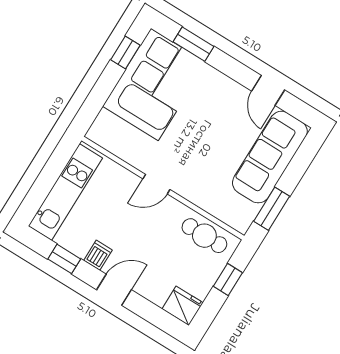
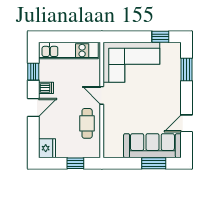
corner sofa: (155, 85) -> (131, 62), moved
window: (272, 209) -> (154, 163), moved
cafe table: (204, 236) -> (87, 123), moved
door: (114, 290) -> (33, 107), hinge flipped

